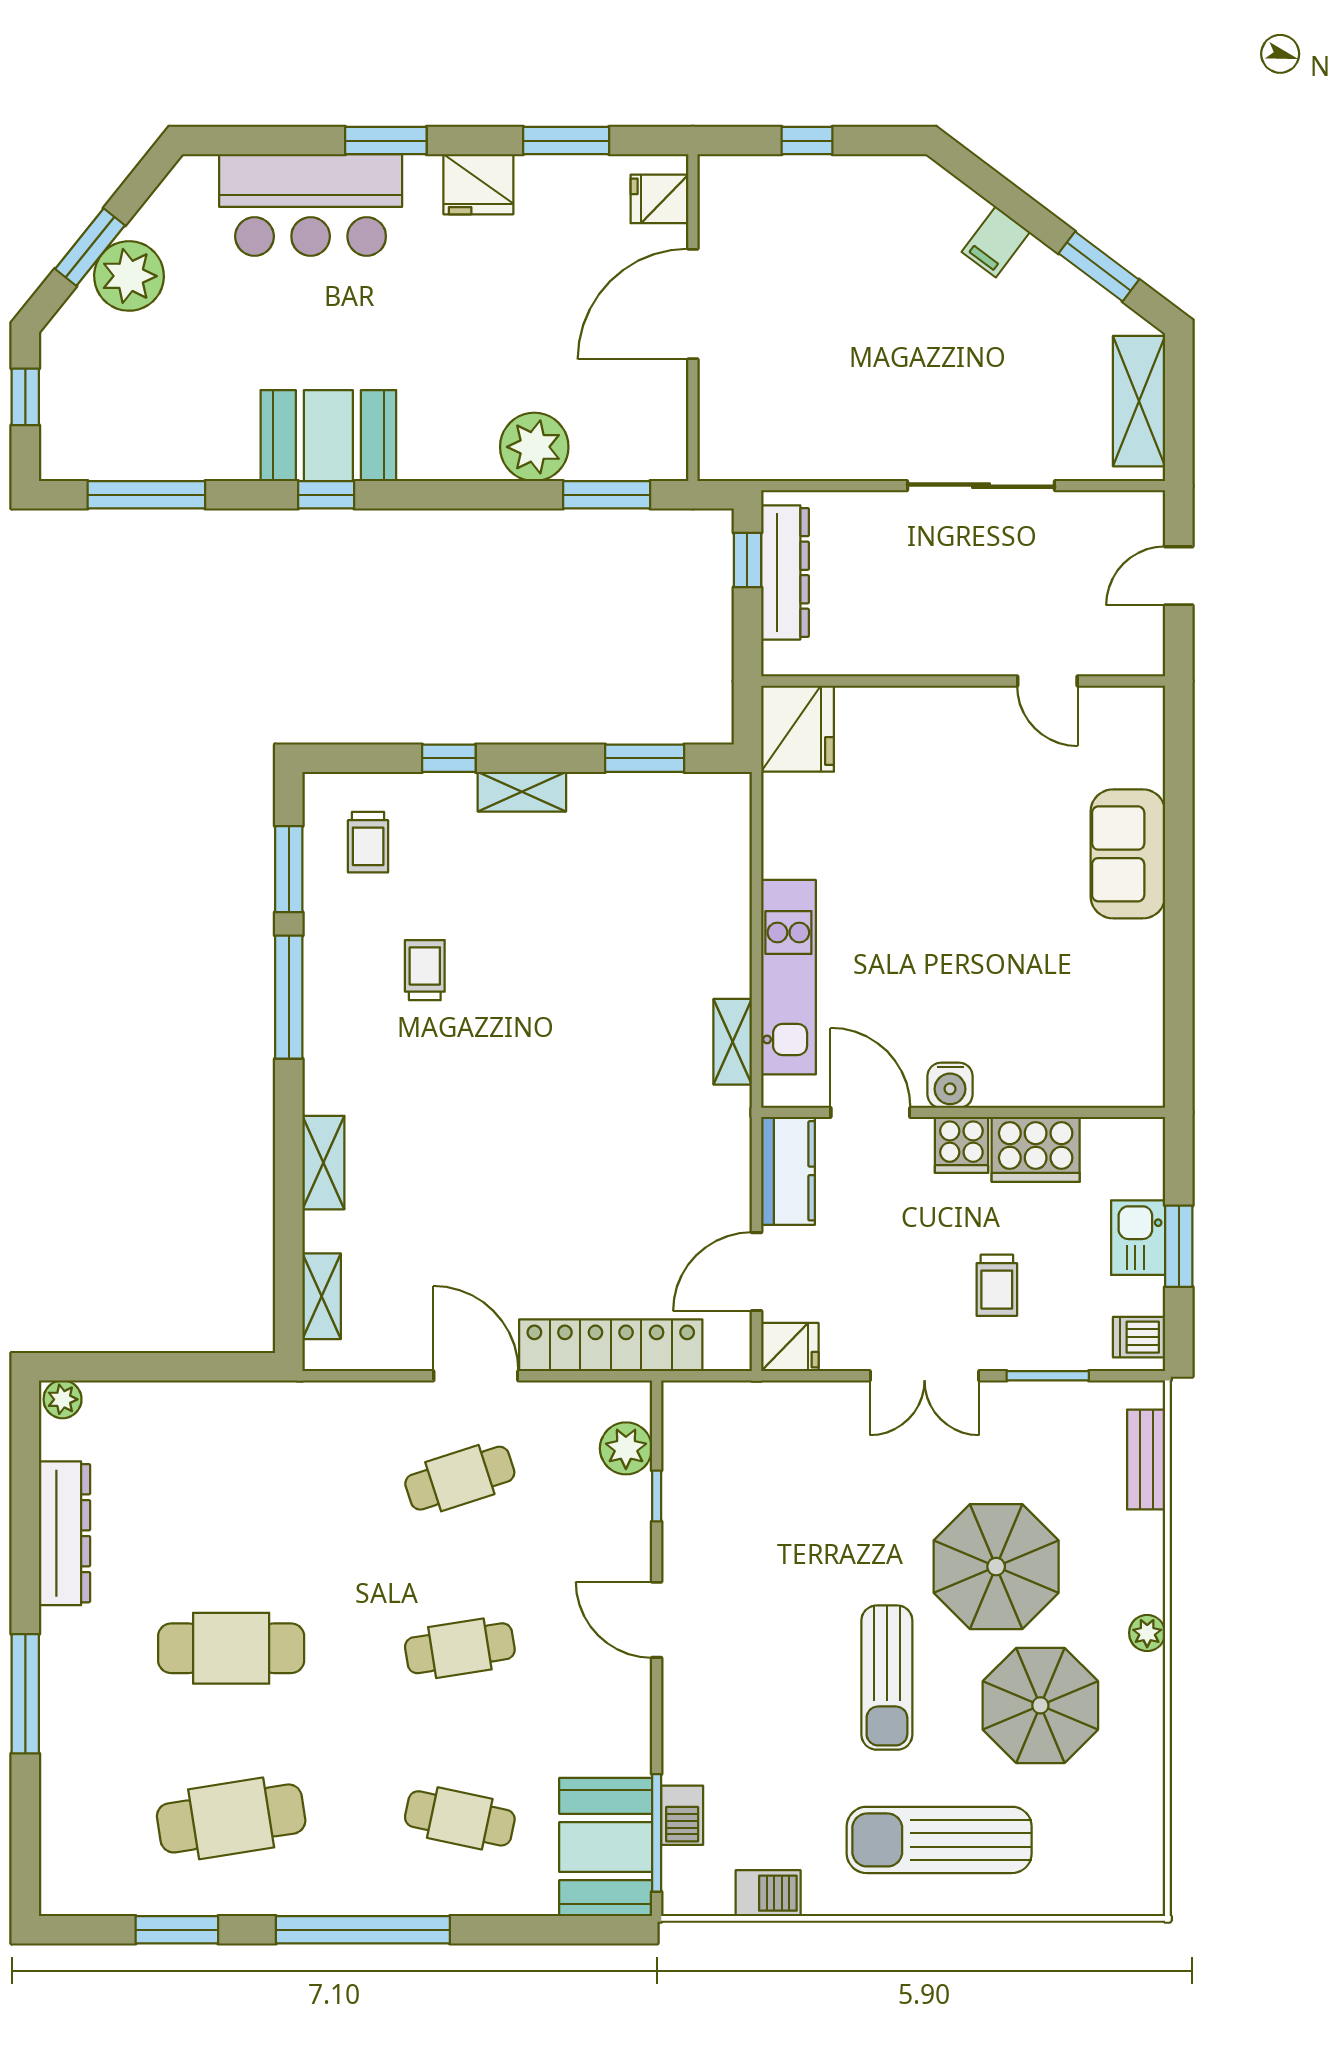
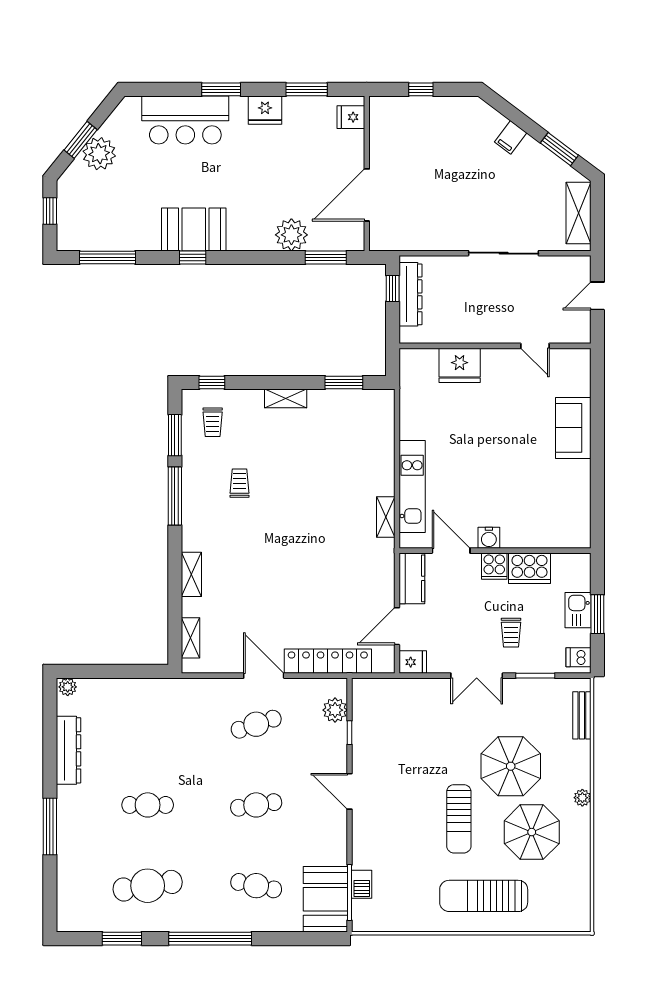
door: (693, 304) -> (367, 195), moved
fridge: (797, 729) -> (460, 365), moved, turned 90
window: (449, 758) -> (212, 382), moved
cafe table: (231, 1648) -> (148, 805), width x0.73, depth x0.74
barbecue: (768, 1893) -> (402, 921), removed

